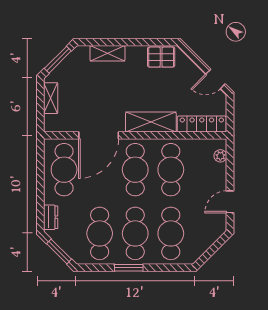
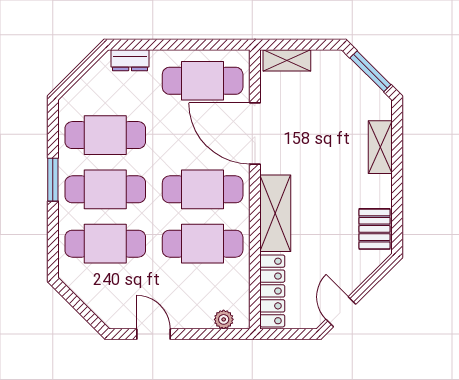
shelving: (51, 98) -> (287, 60), moved
window: (59, 251) -> (78, 73), removed

